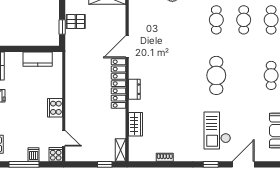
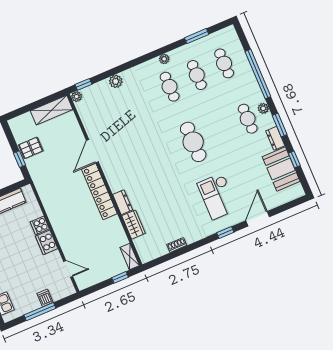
dresser: (134, 89) -> (123, 202), moved
cooker: (56, 154) -> (40, 225), moved, turned -90

